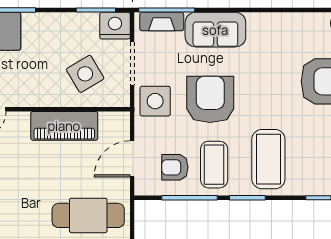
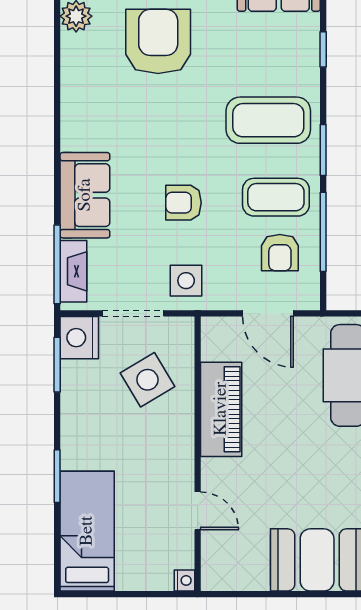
armchair: (210, 99) -> (184, 203), width x0.53, depth x0.53
side table: (155, 101) -> (186, 281), width x0.73, depth x0.73

